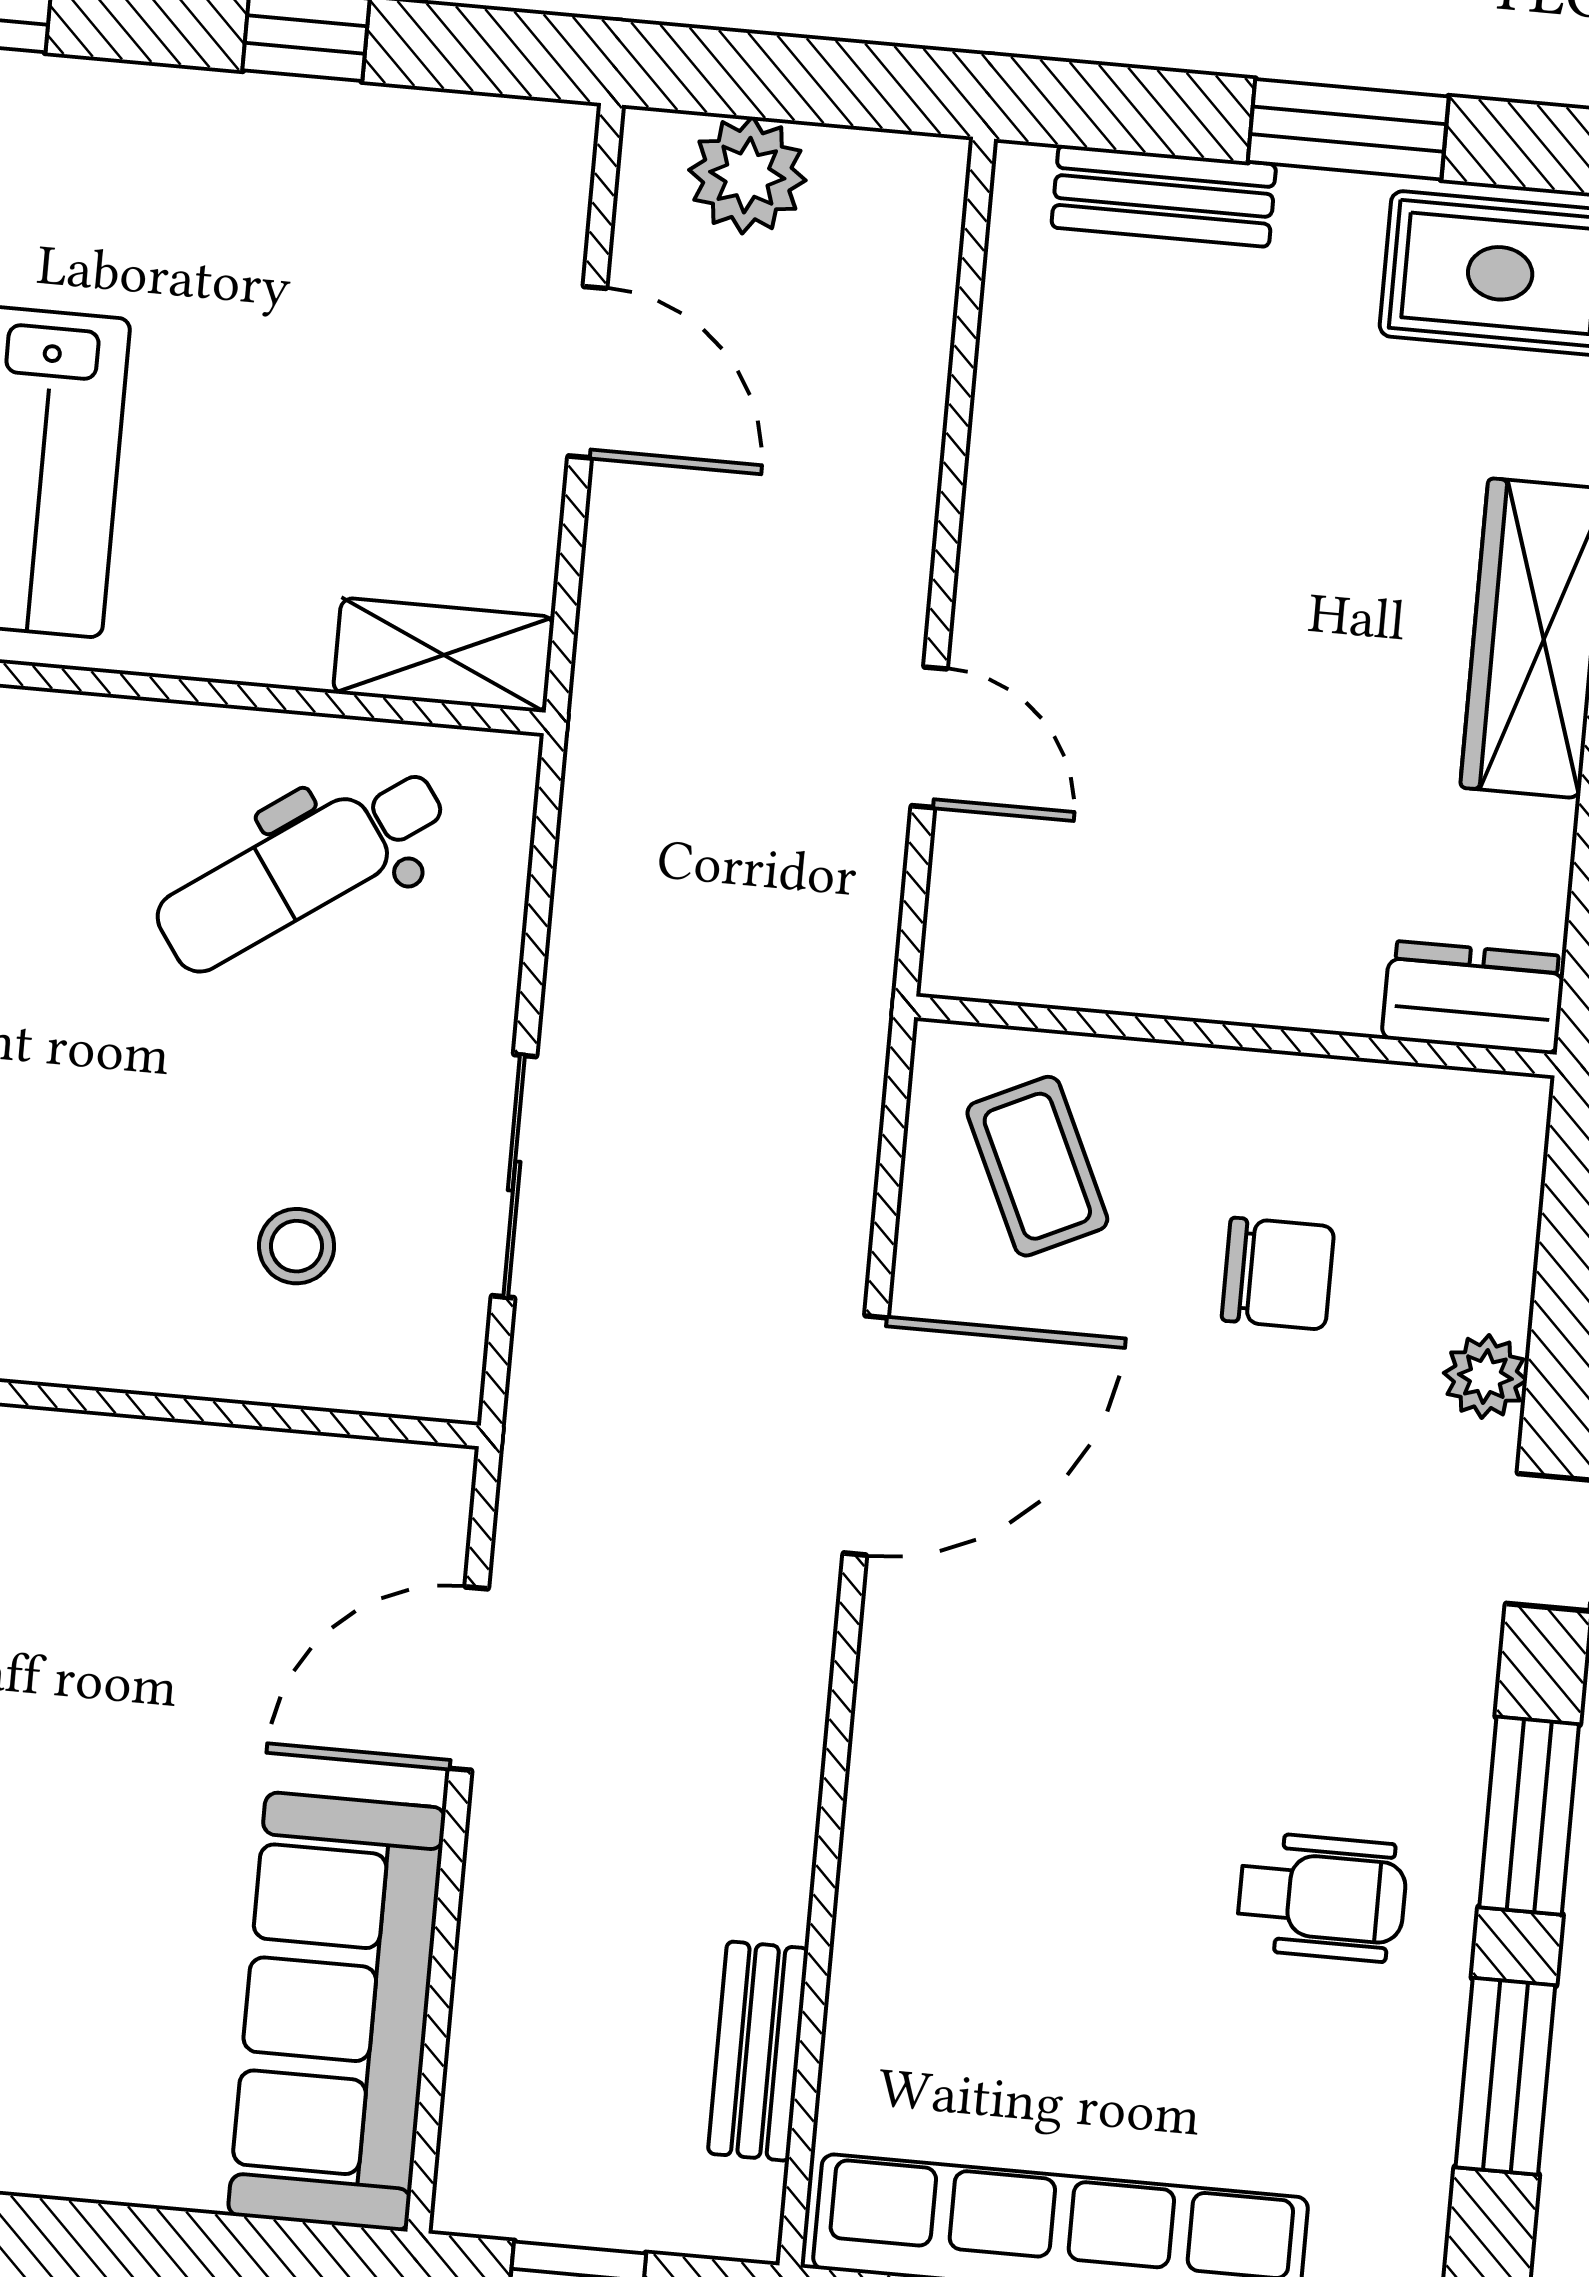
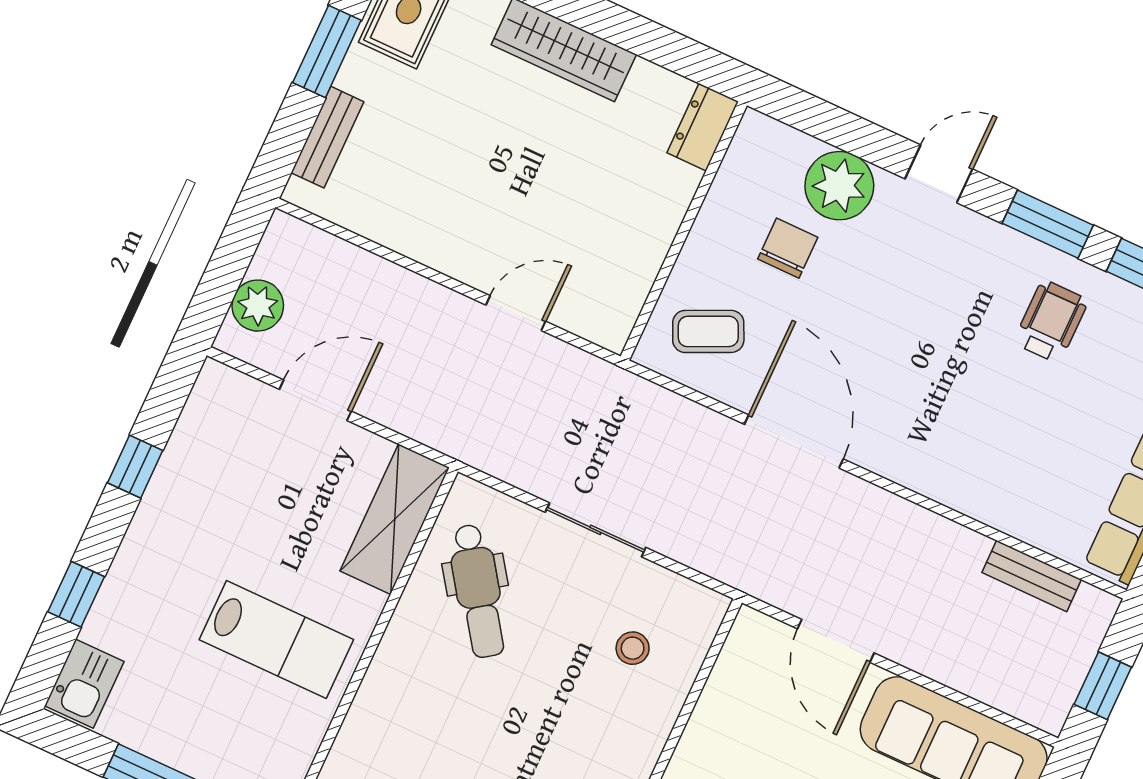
shelving: (444, 655) -> (395, 519), width x1.50, depth x1.33
sliding door: (514, 1176) -> (596, 530), moved
plant: (1485, 1377) -> (839, 186), width x1.87, depth x1.87

